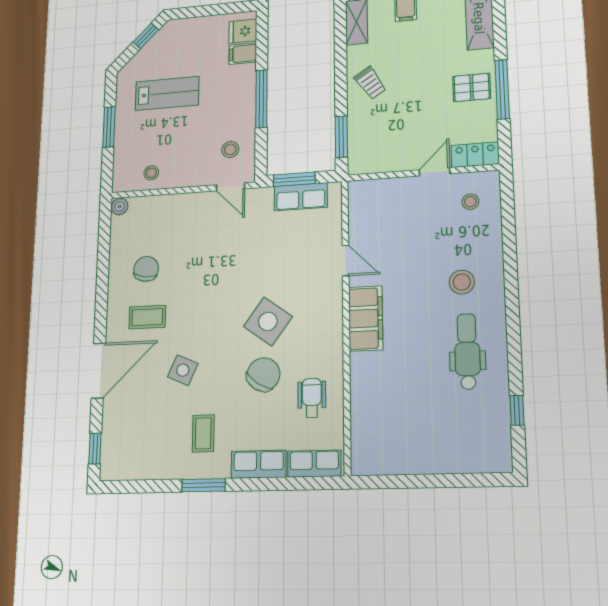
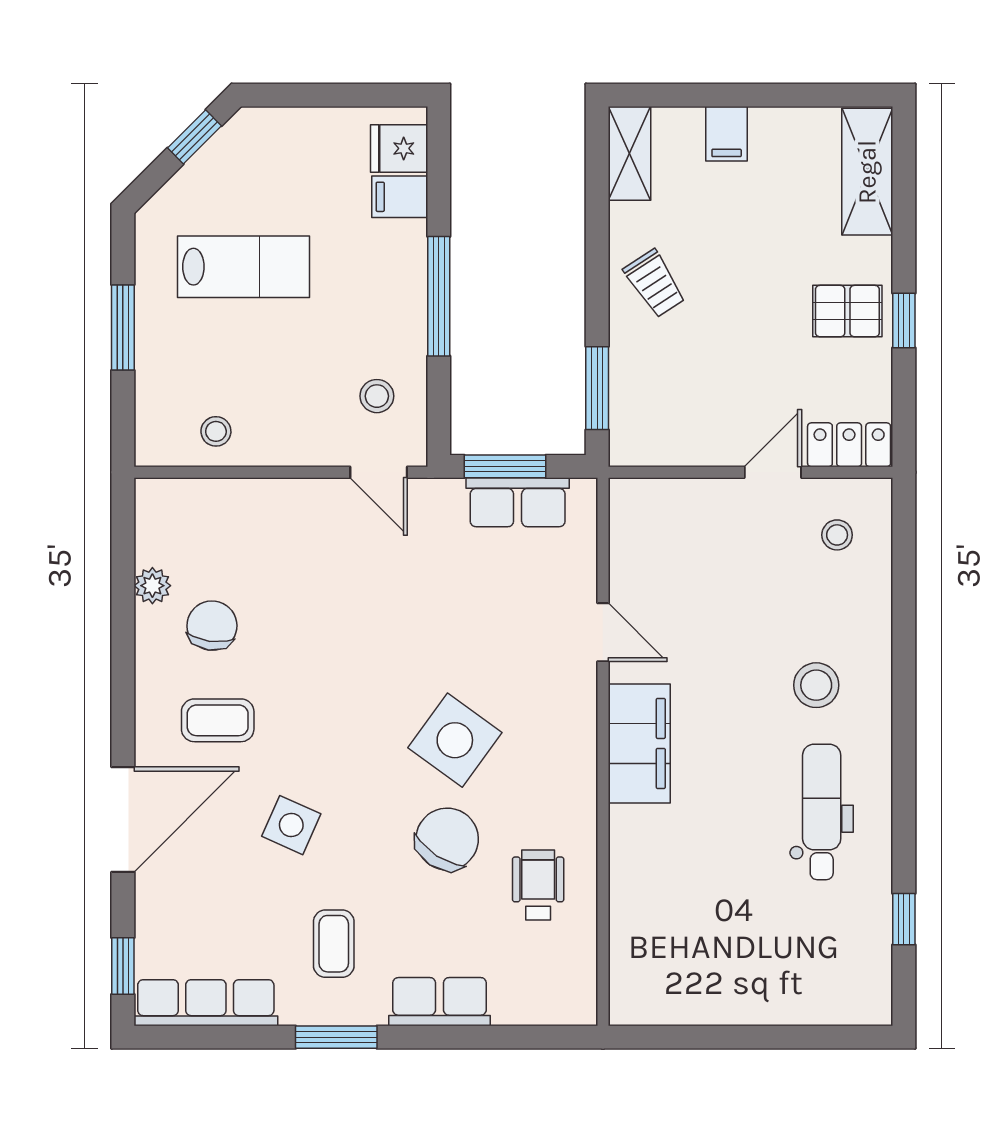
window: (502, 89) -> (904, 320), width x0.46
plant: (120, 206) -> (152, 586), moved
row of seats: (314, 464) -> (206, 1003), moved, width x1.48

